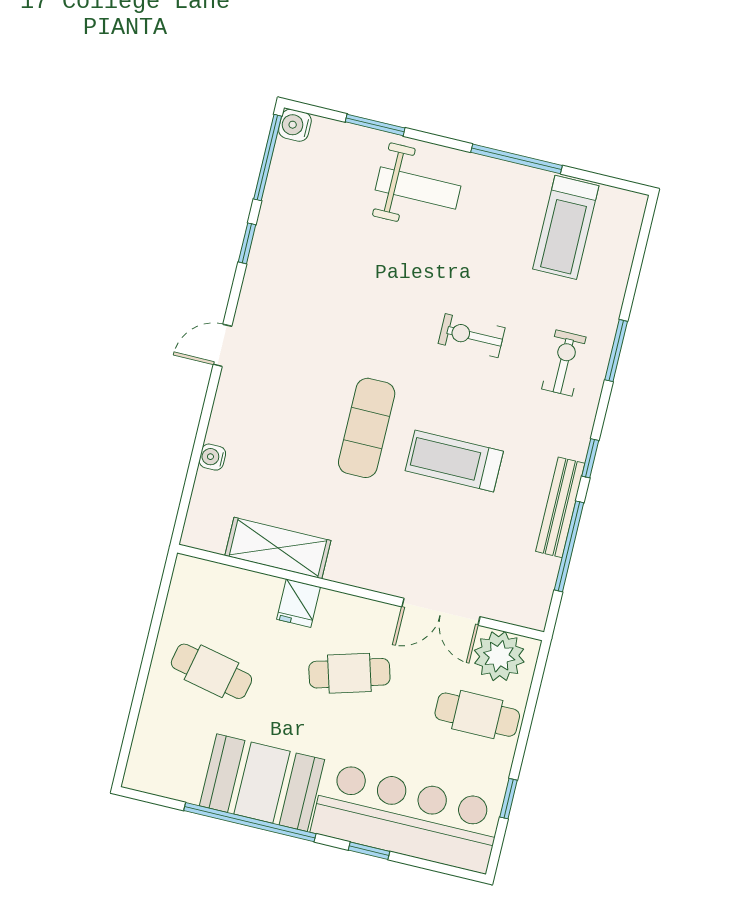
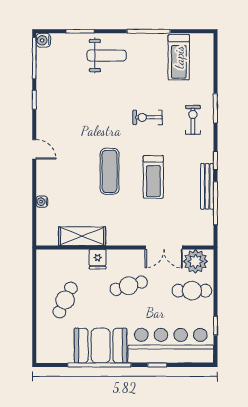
door: (223, 345) -> (34, 149), swing flipped
treadmill: (454, 461) -> (153, 177), turned -90
cafe table: (211, 671) -> (65, 300), turned -76

